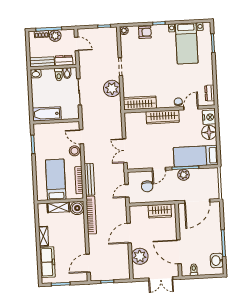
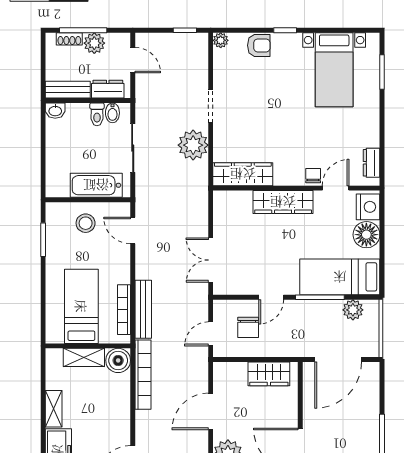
bathtub: (47, 114) -> (96, 185), moved
stool: (74, 151) -> (86, 223), moved
plant: (183, 175) -> (353, 310), moved

